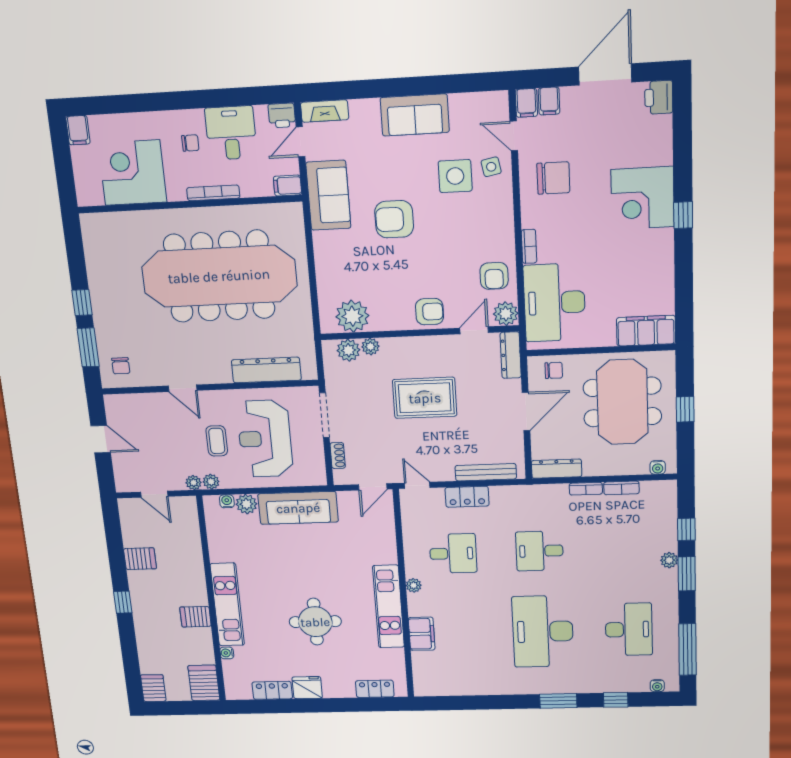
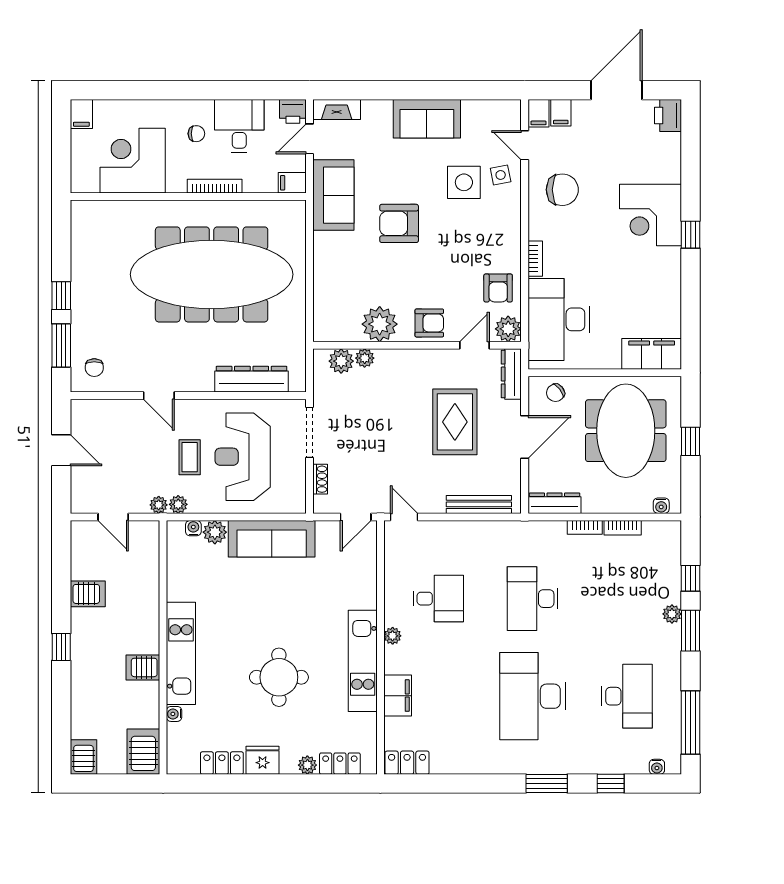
plant: (352, 316) -> (380, 324), moved
chair: (554, 370) -> (555, 393), turned 143
rug: (425, 398) -> (455, 422), moved, turned 90
locker: (467, 497) -> (407, 763), moved, turned 180
desk: (539, 551) -> (533, 599), width x1.37
plant: (346, 690) -> (307, 765), added

